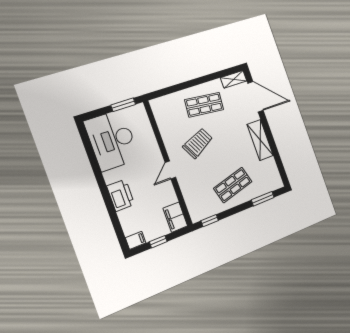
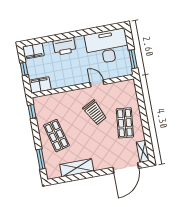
shelving: (260, 140) -> (77, 168), moved
door: (170, 170) -> (97, 83), moved
filing cabinet: (136, 240) -> (33, 51), width x2.00

